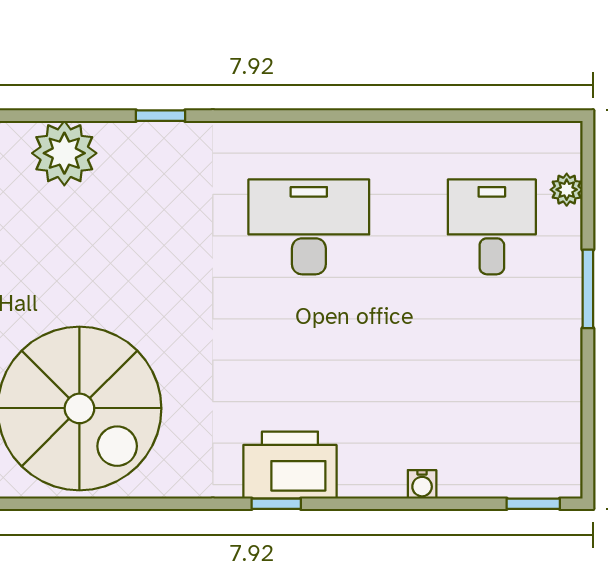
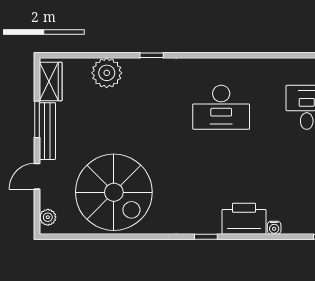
desk: (309, 227) -> (221, 107), turned 180
printer: (290, 465) -> (244, 219), moved

